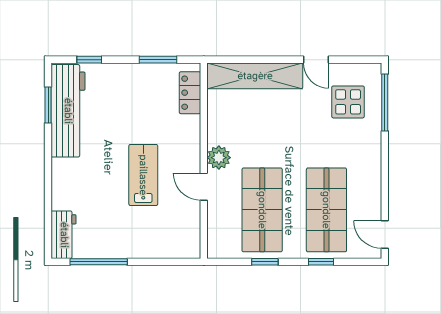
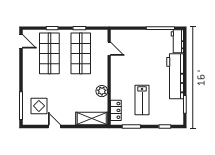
shelving: (255, 76) -> (92, 119), width x0.68
workbench: (68, 111) -> (175, 76), moved
plant: (219, 158) -> (102, 91), moved
lab bench: (143, 175) -> (142, 100), moved
door: (204, 187) -> (109, 49), moved

